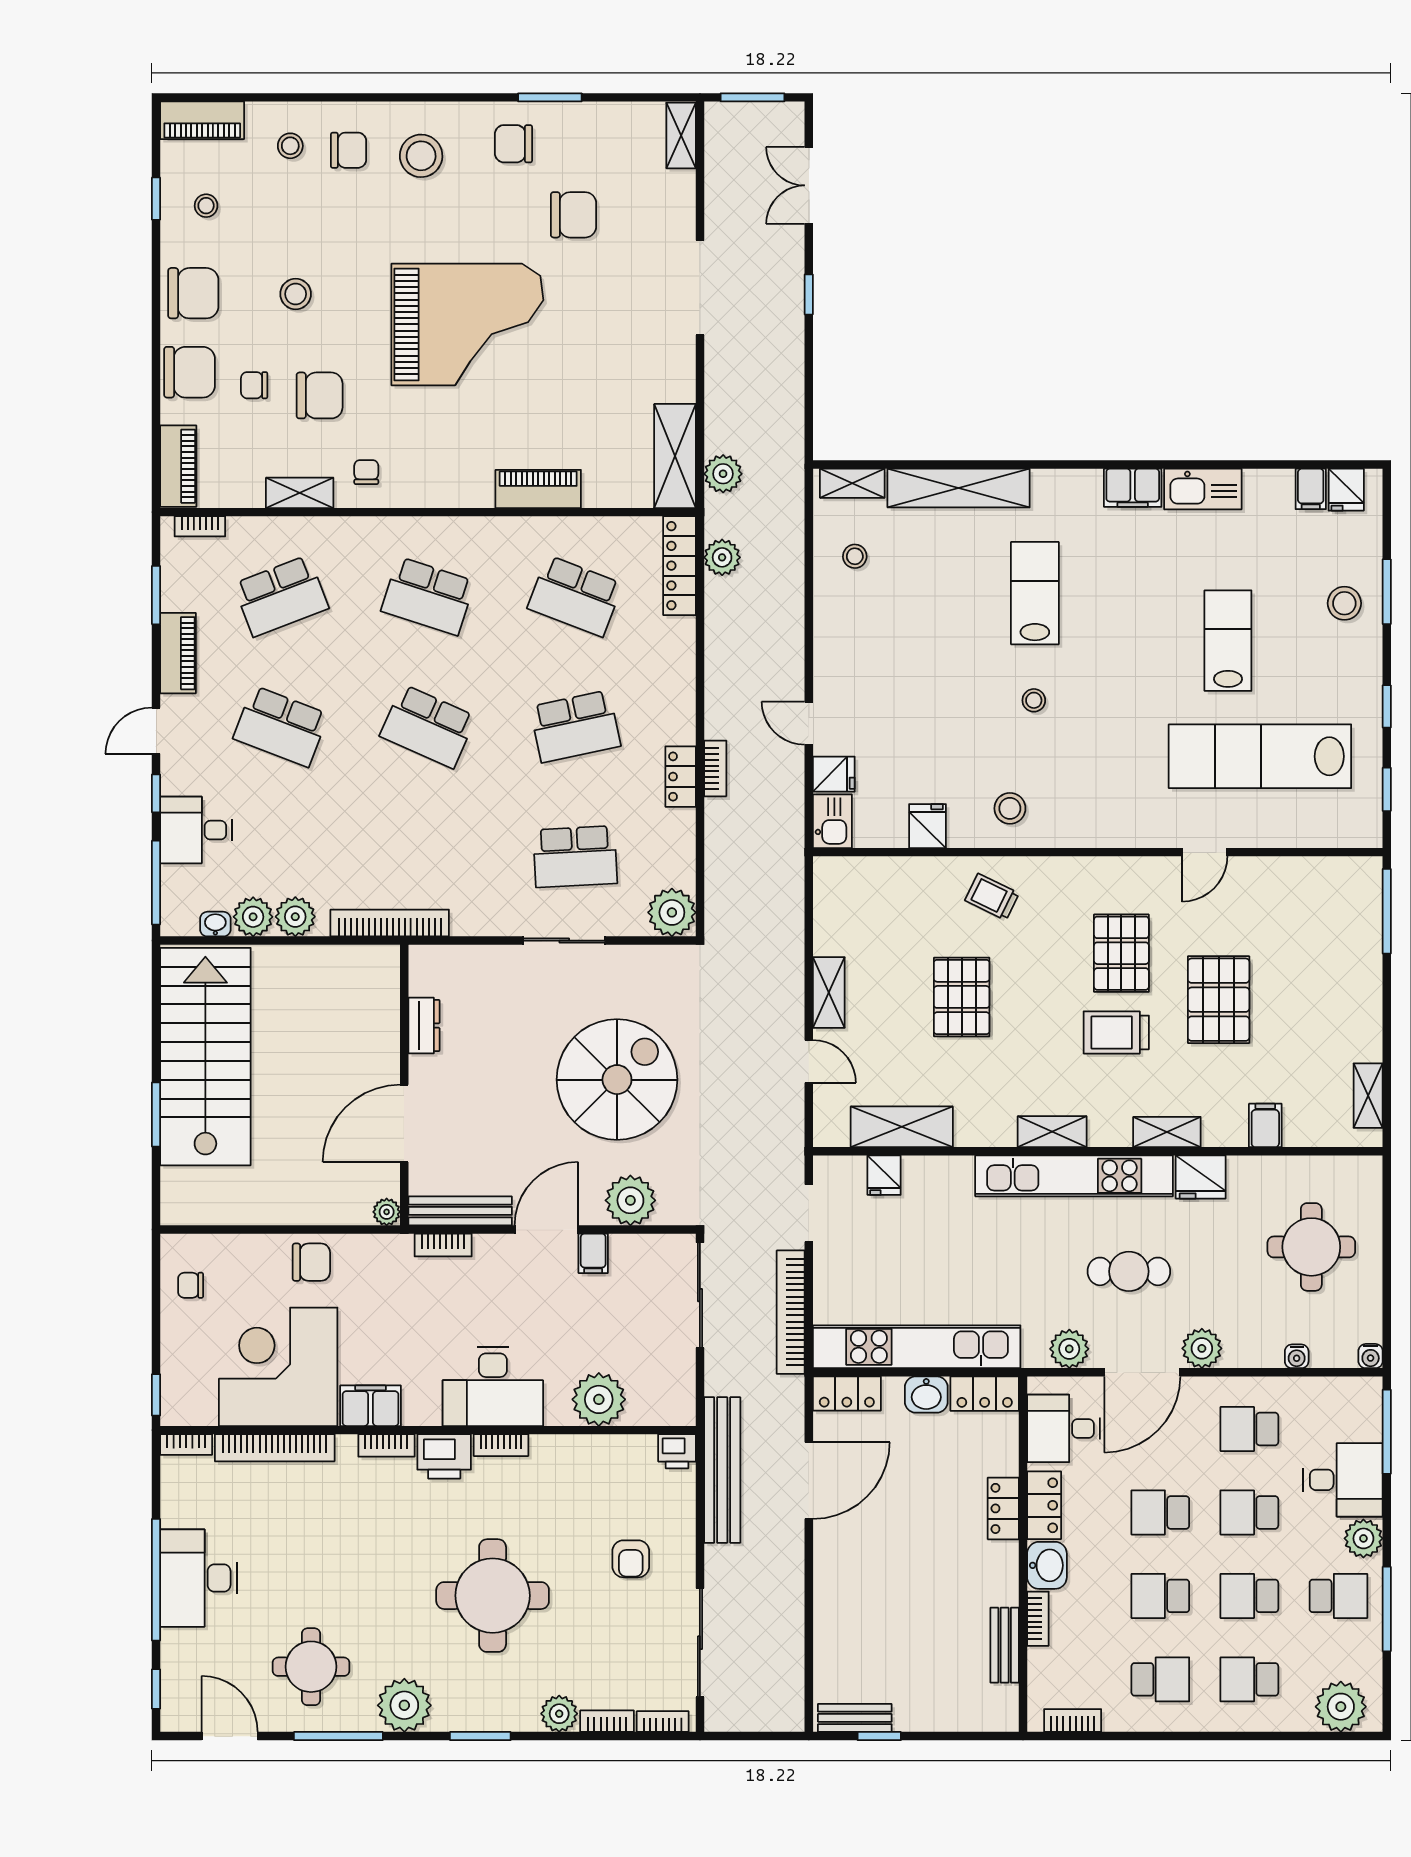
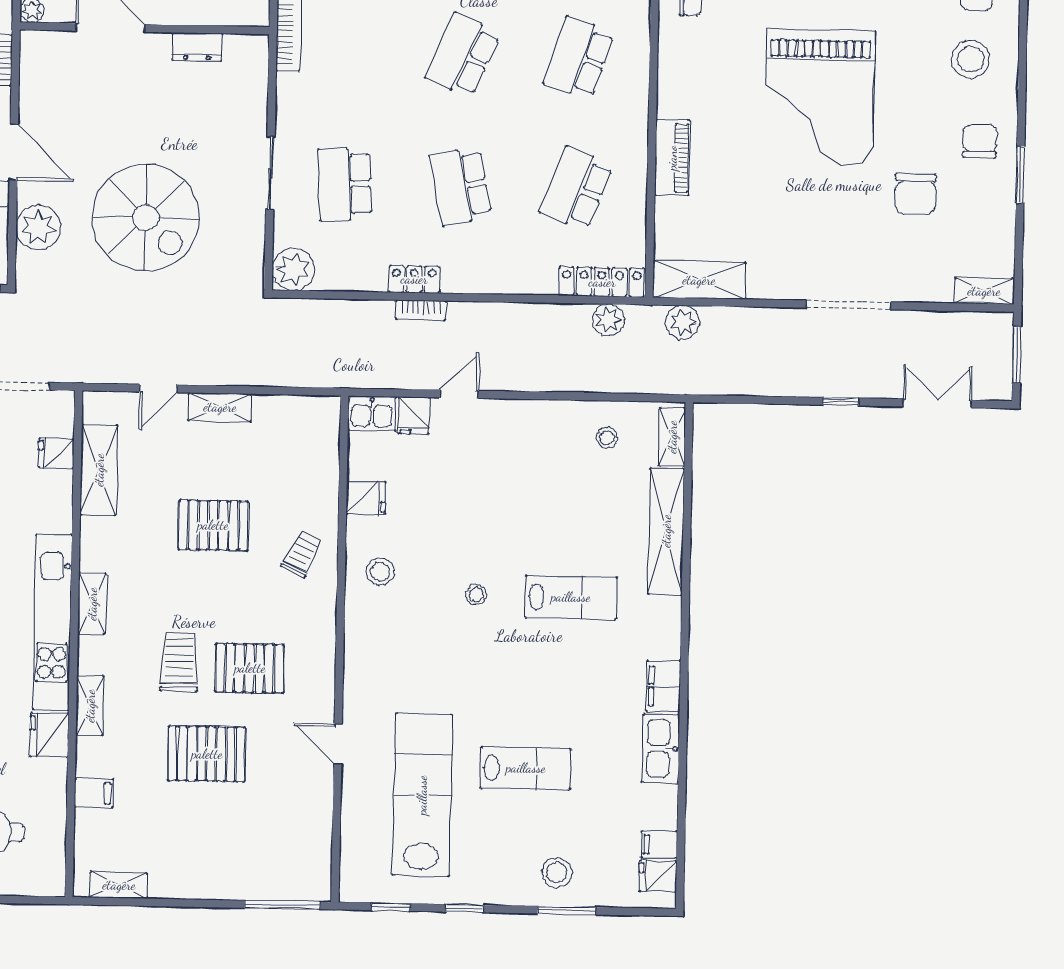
bench: (460, 1211) -> (32, 76), removed

